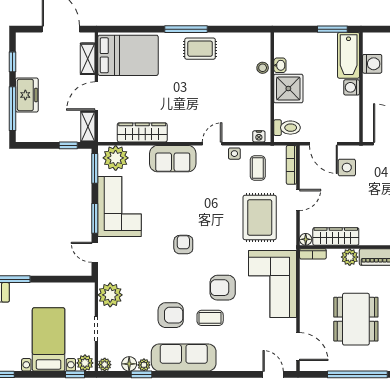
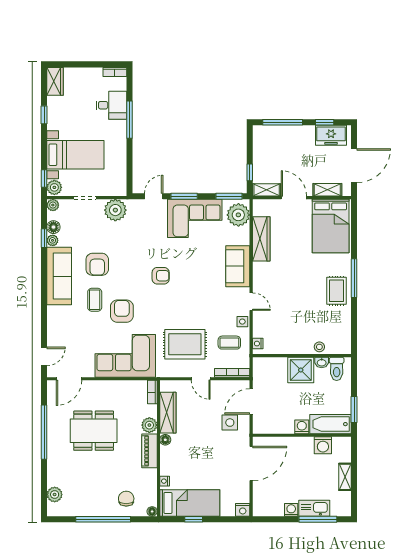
freezer: (27, 95) -> (331, 135), moved
toilet: (287, 128) -> (337, 369), moved
floor lamp: (306, 239) -> (165, 440), moved

